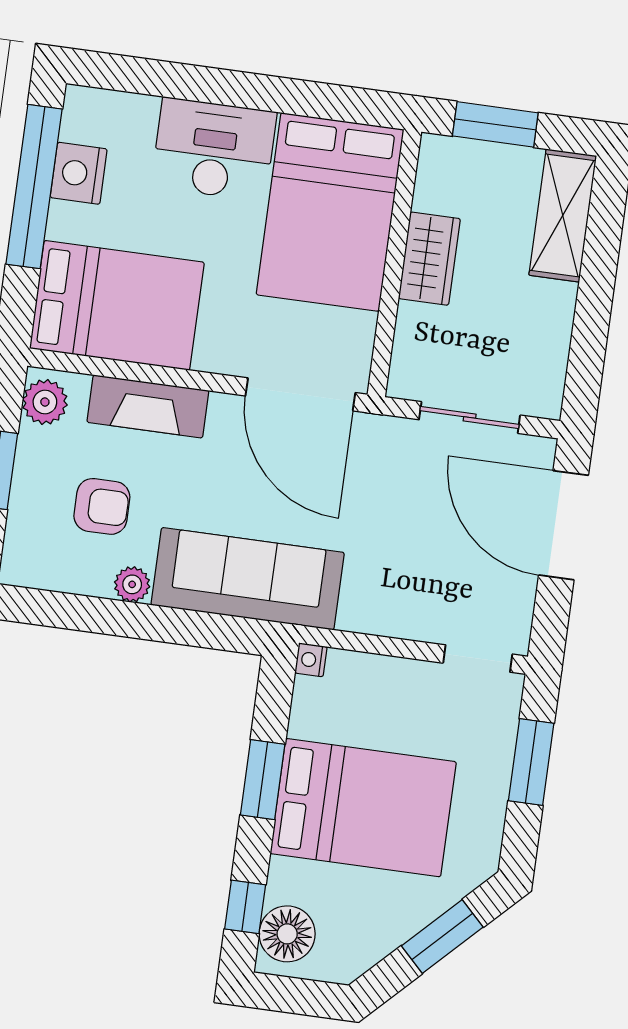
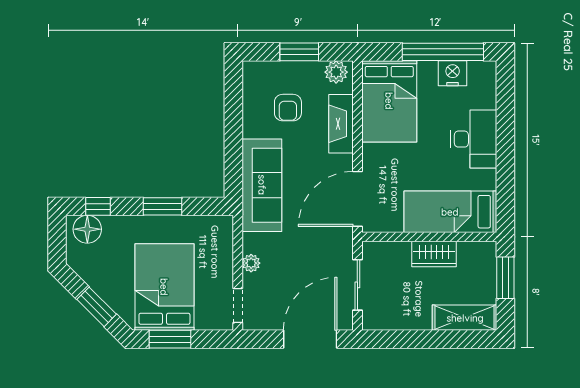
bed: (330, 212) -> (450, 212), width x0.67
plant: (132, 584) -> (251, 263), moved
nightstand: (311, 660) -> (226, 222), removed
window: (531, 762) -> (170, 339), moved
bed: (363, 808) -> (164, 287), moved, turned 180

